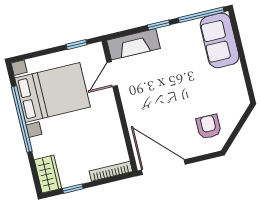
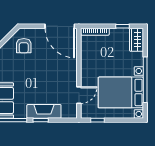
fireplace: (134, 44) -> (44, 111), moved

